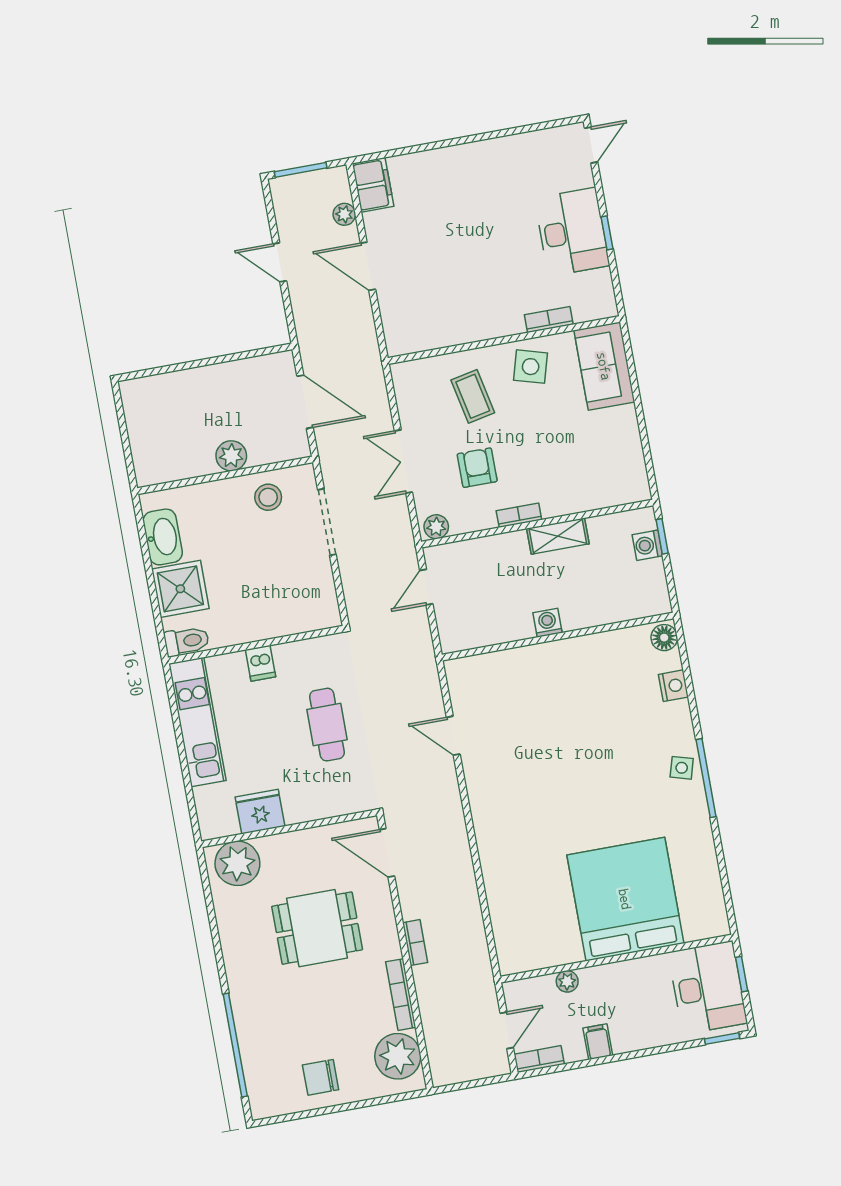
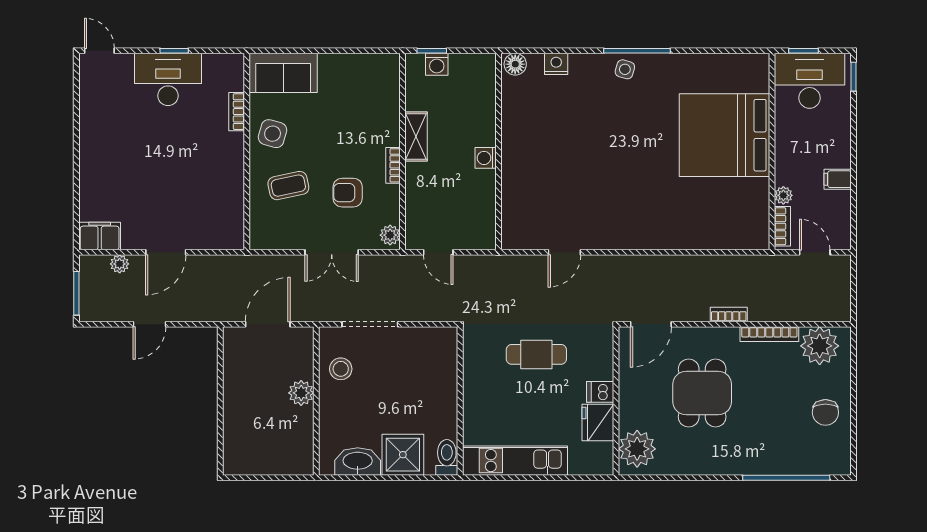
dishwasher: (261, 663) -> (600, 392), moved, turned 180
bookcase: (539, 1059) -> (782, 226), moved, turned 180

